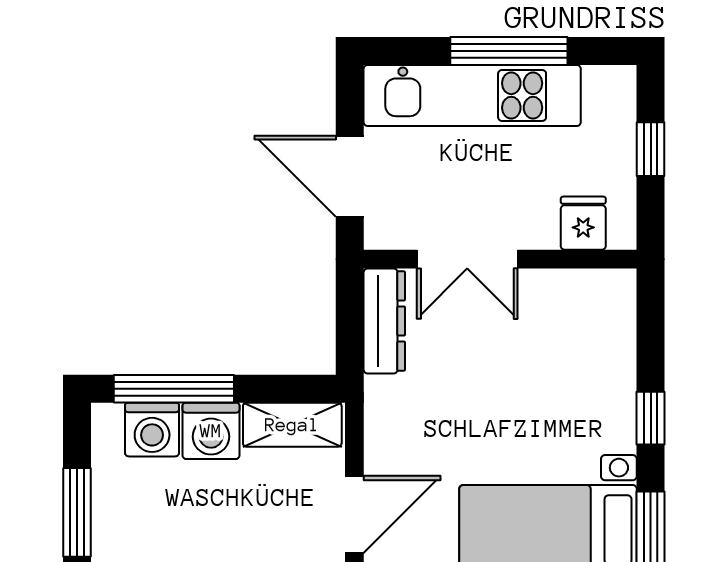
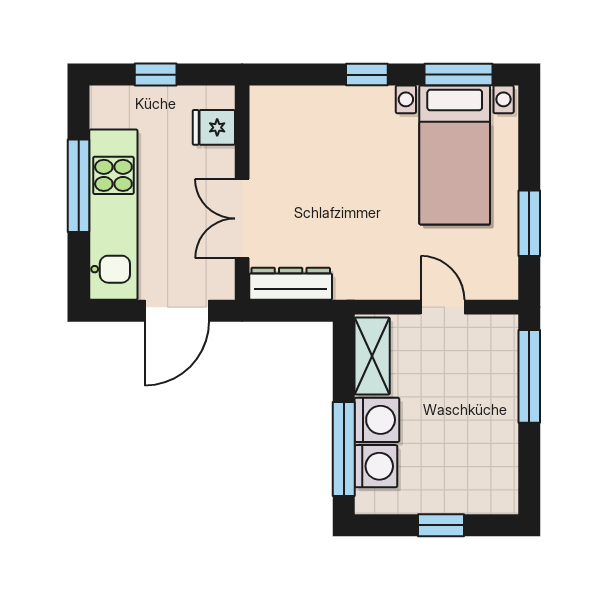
double door: (467, 259) -> (242, 219), swing flipped
window: (77, 512) -> (441, 525), width x0.67
door: (354, 514) -> (443, 307), width x0.73

